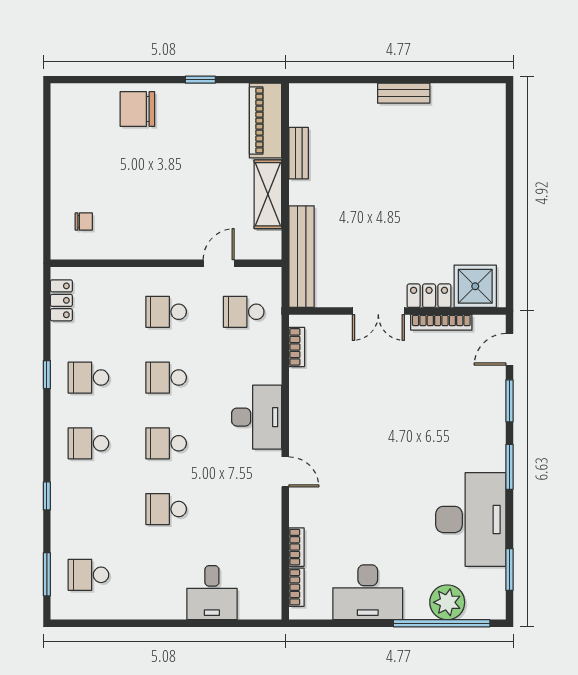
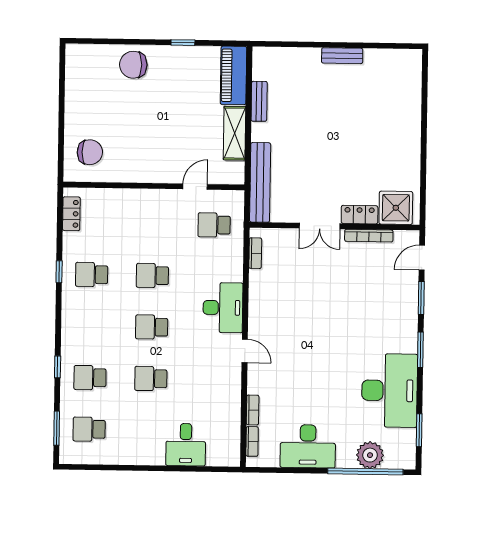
chair: (84, 221) -> (90, 152), width x1.87, depth x1.87
school desk: (166, 312) -> (153, 224), removed
school desk: (88, 443) -> (90, 378), moved

